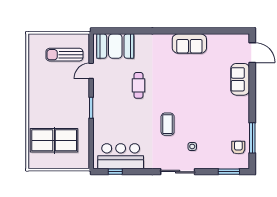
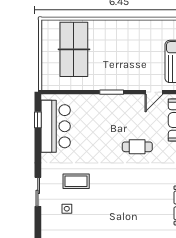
door: (91, 71) -> (154, 92), swing flipped
coffee table: (168, 124) -> (76, 181), moved
sliding door: (178, 172) -> (38, 192), width x0.73

